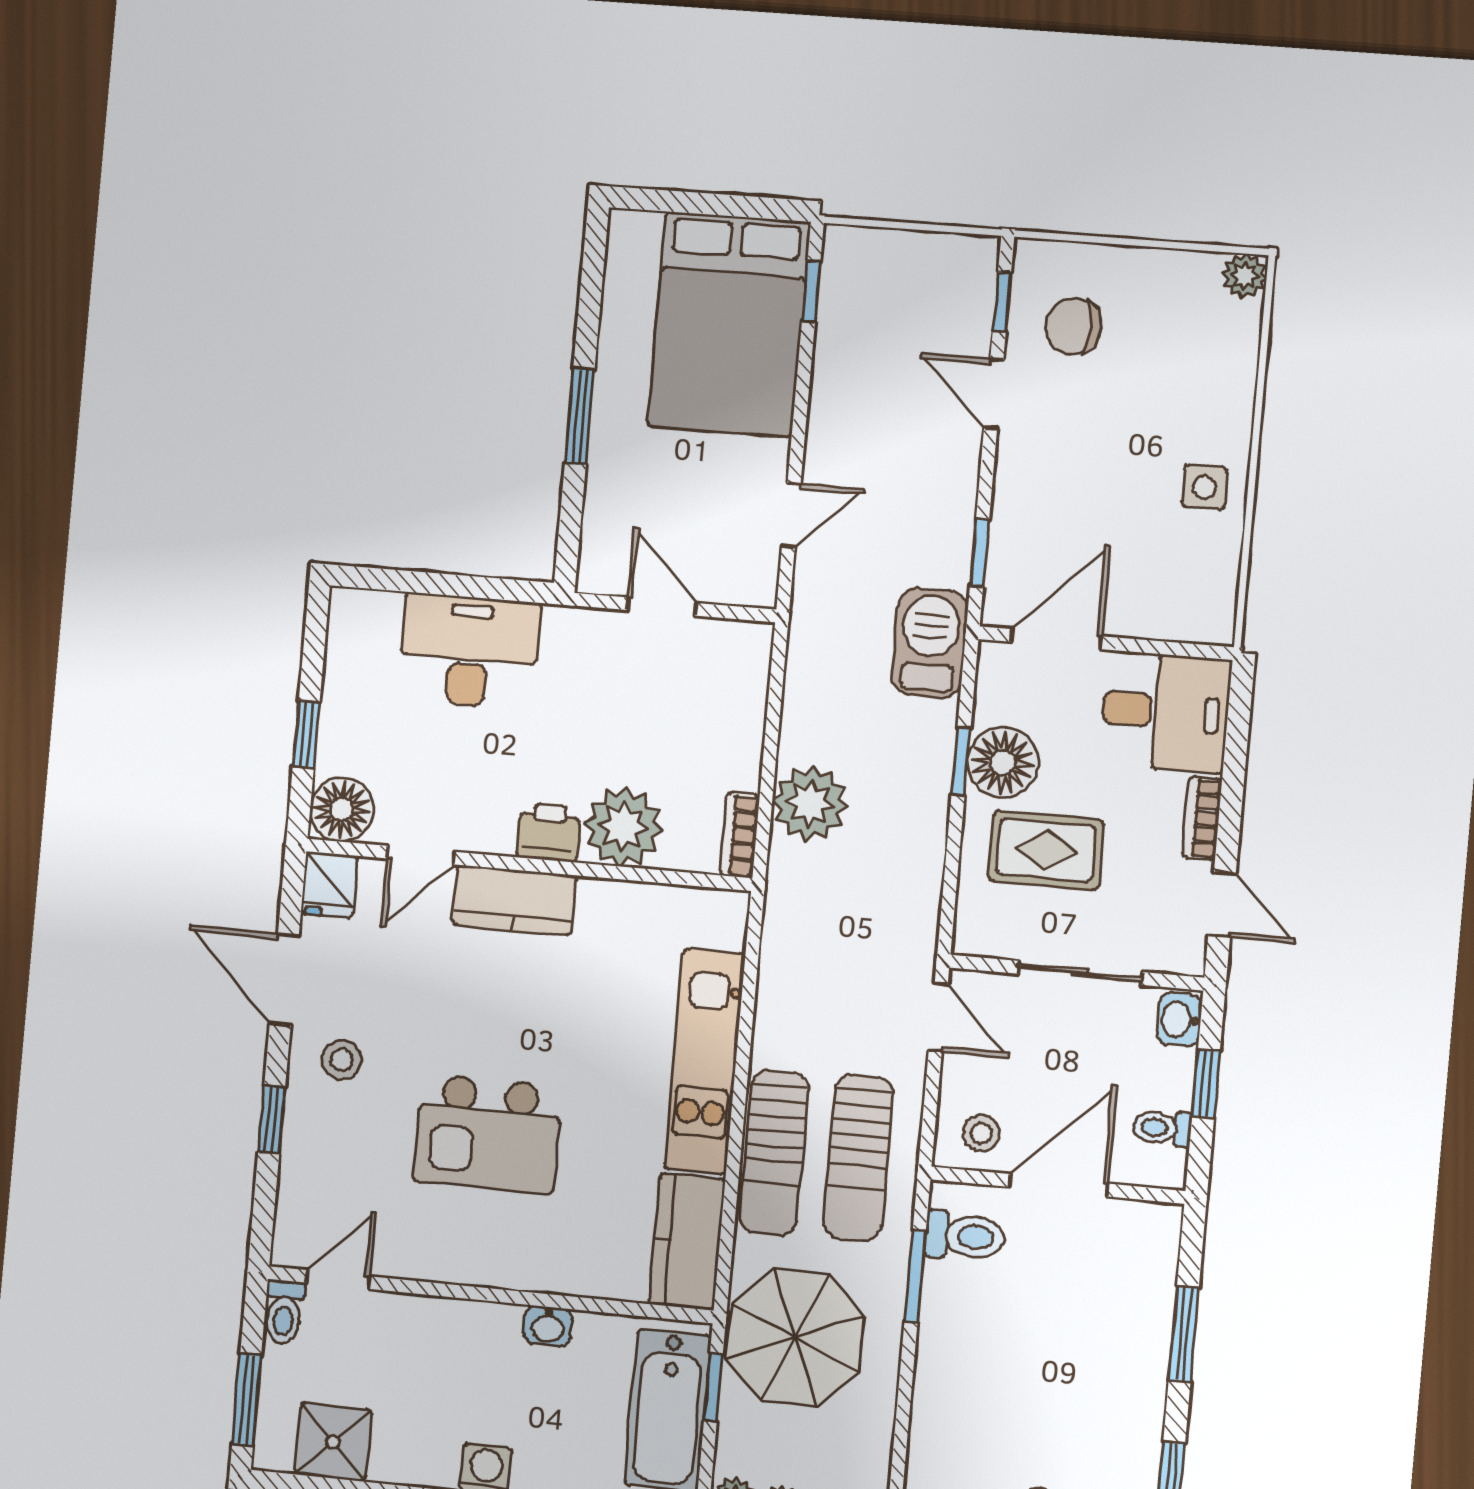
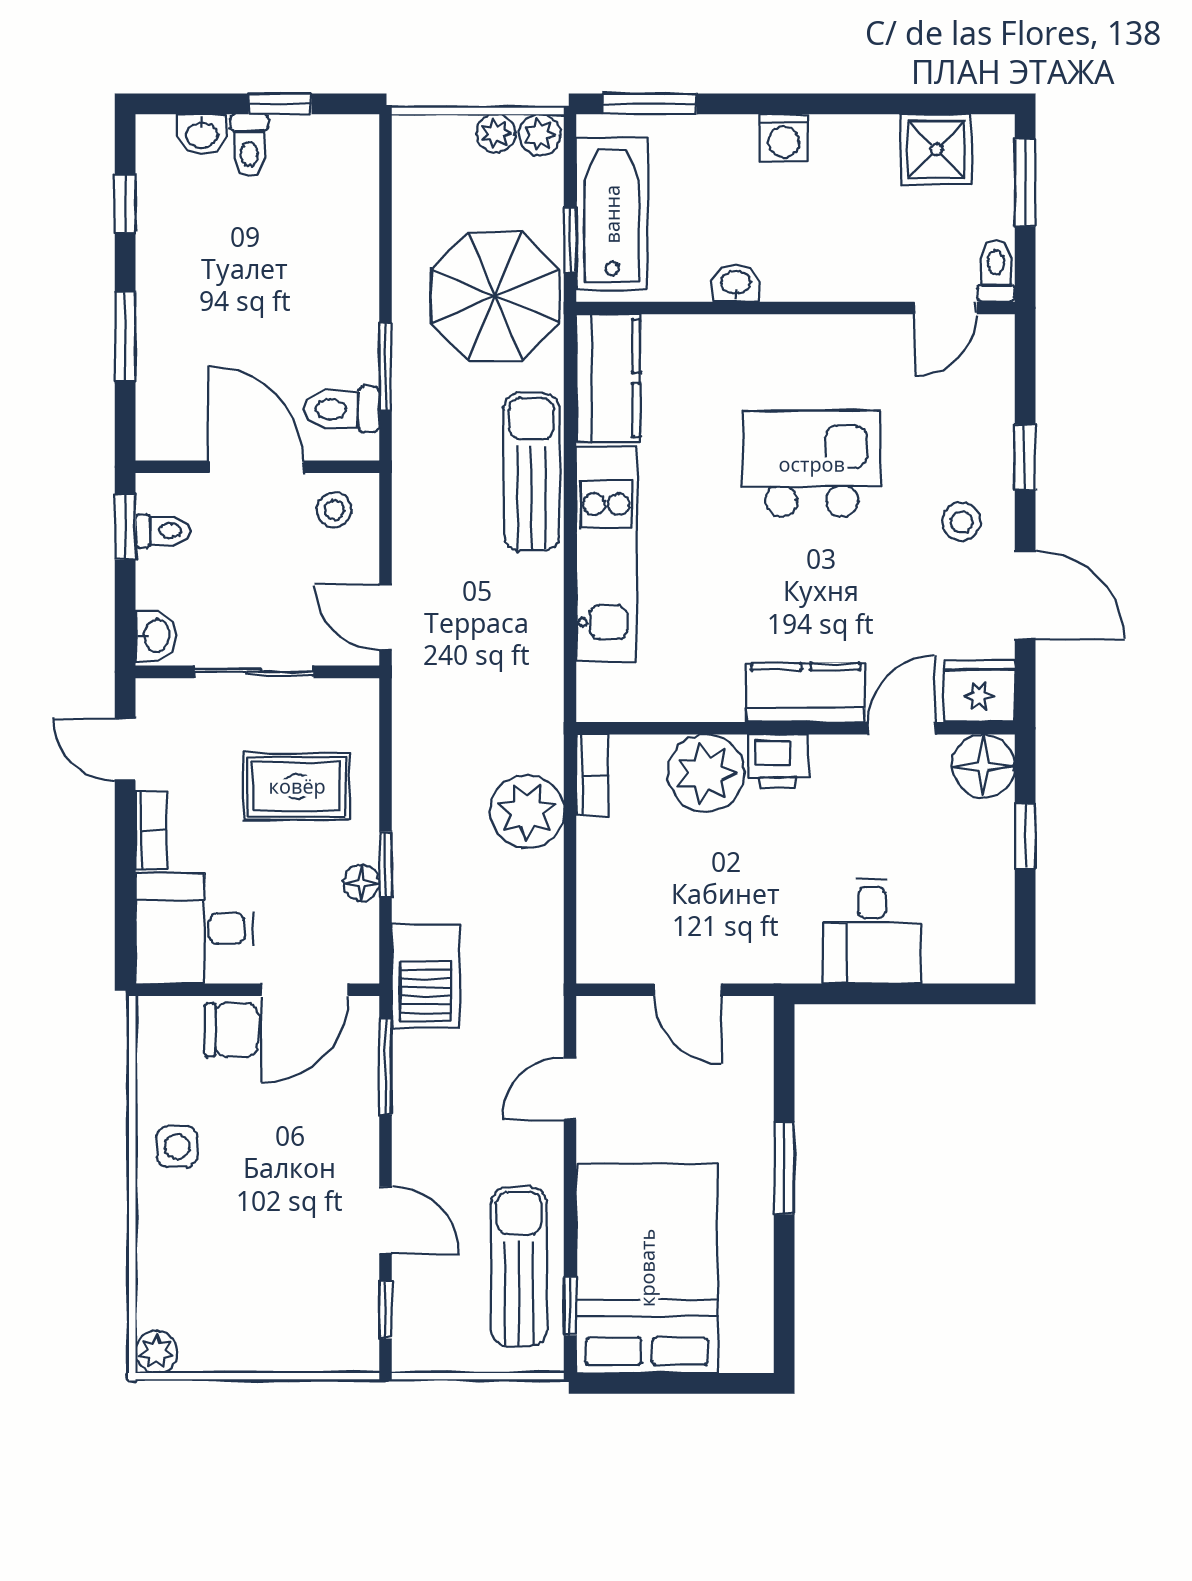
chair: (1073, 326) -> (232, 1030), moved
window: (980, 553) -> (385, 1066), width x1.50
desk: (469, 651) -> (872, 931), width x0.73
floor lamp: (1003, 762) -> (361, 883), width x0.53, depth x0.53
fridge: (329, 885) -> (979, 691), width x1.38
window: (1206, 1084) -> (125, 527), moved
sun lounger: (858, 1158) -> (519, 1267), moved
door: (1059, 1185) -> (256, 467), swing flipped

